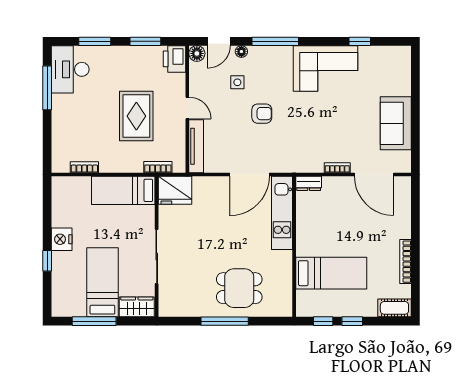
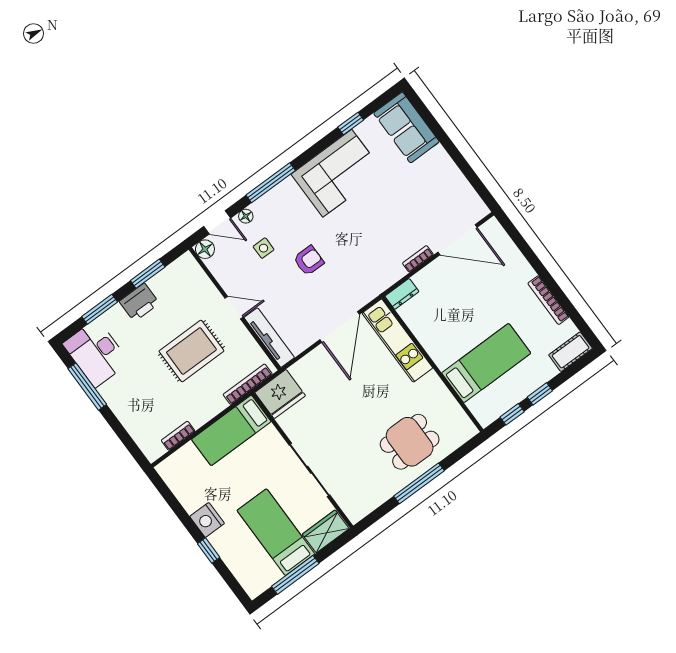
door: (219, 41) -> (217, 222), hinge flipped
printer: (174, 59) -> (139, 302), moved, turned -90
rug: (136, 116) -> (191, 351), turned 90
sofa: (396, 123) -> (406, 127), moved
bookcase: (158, 167) -> (248, 384), width x1.56

